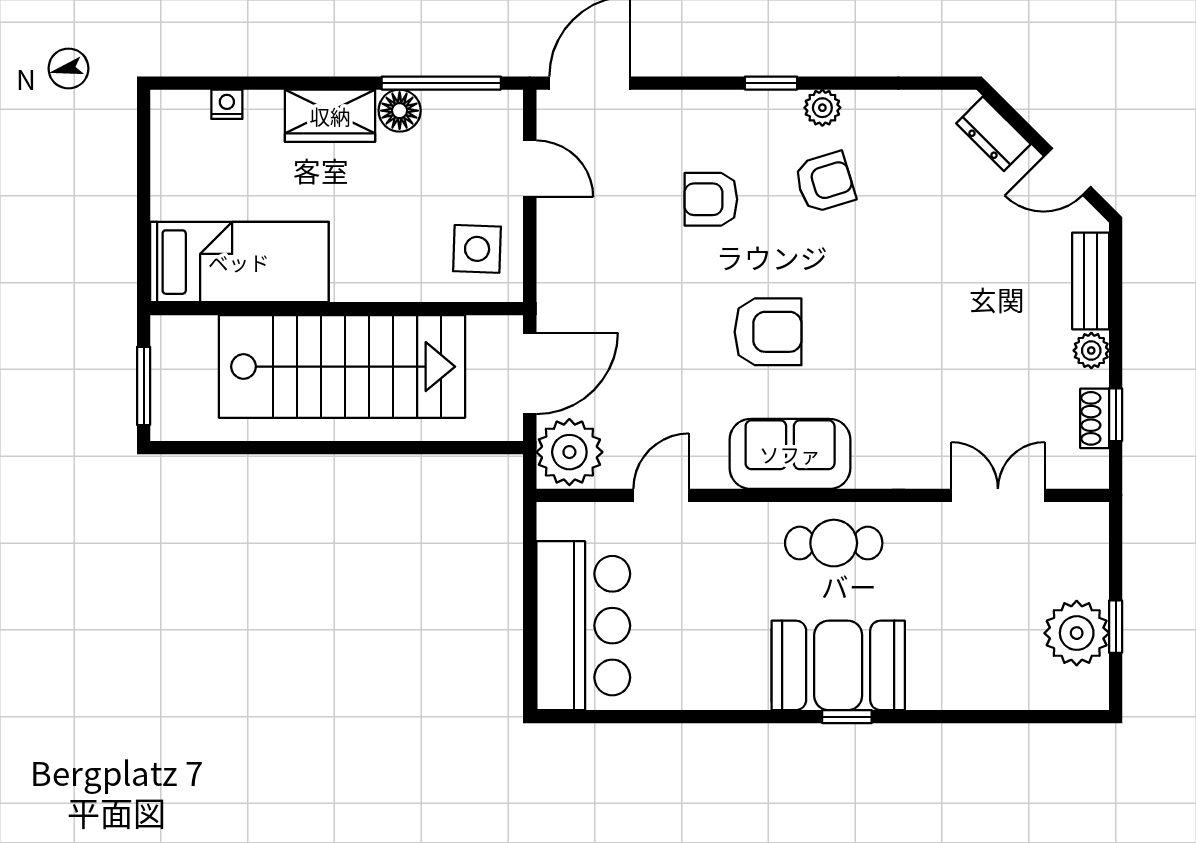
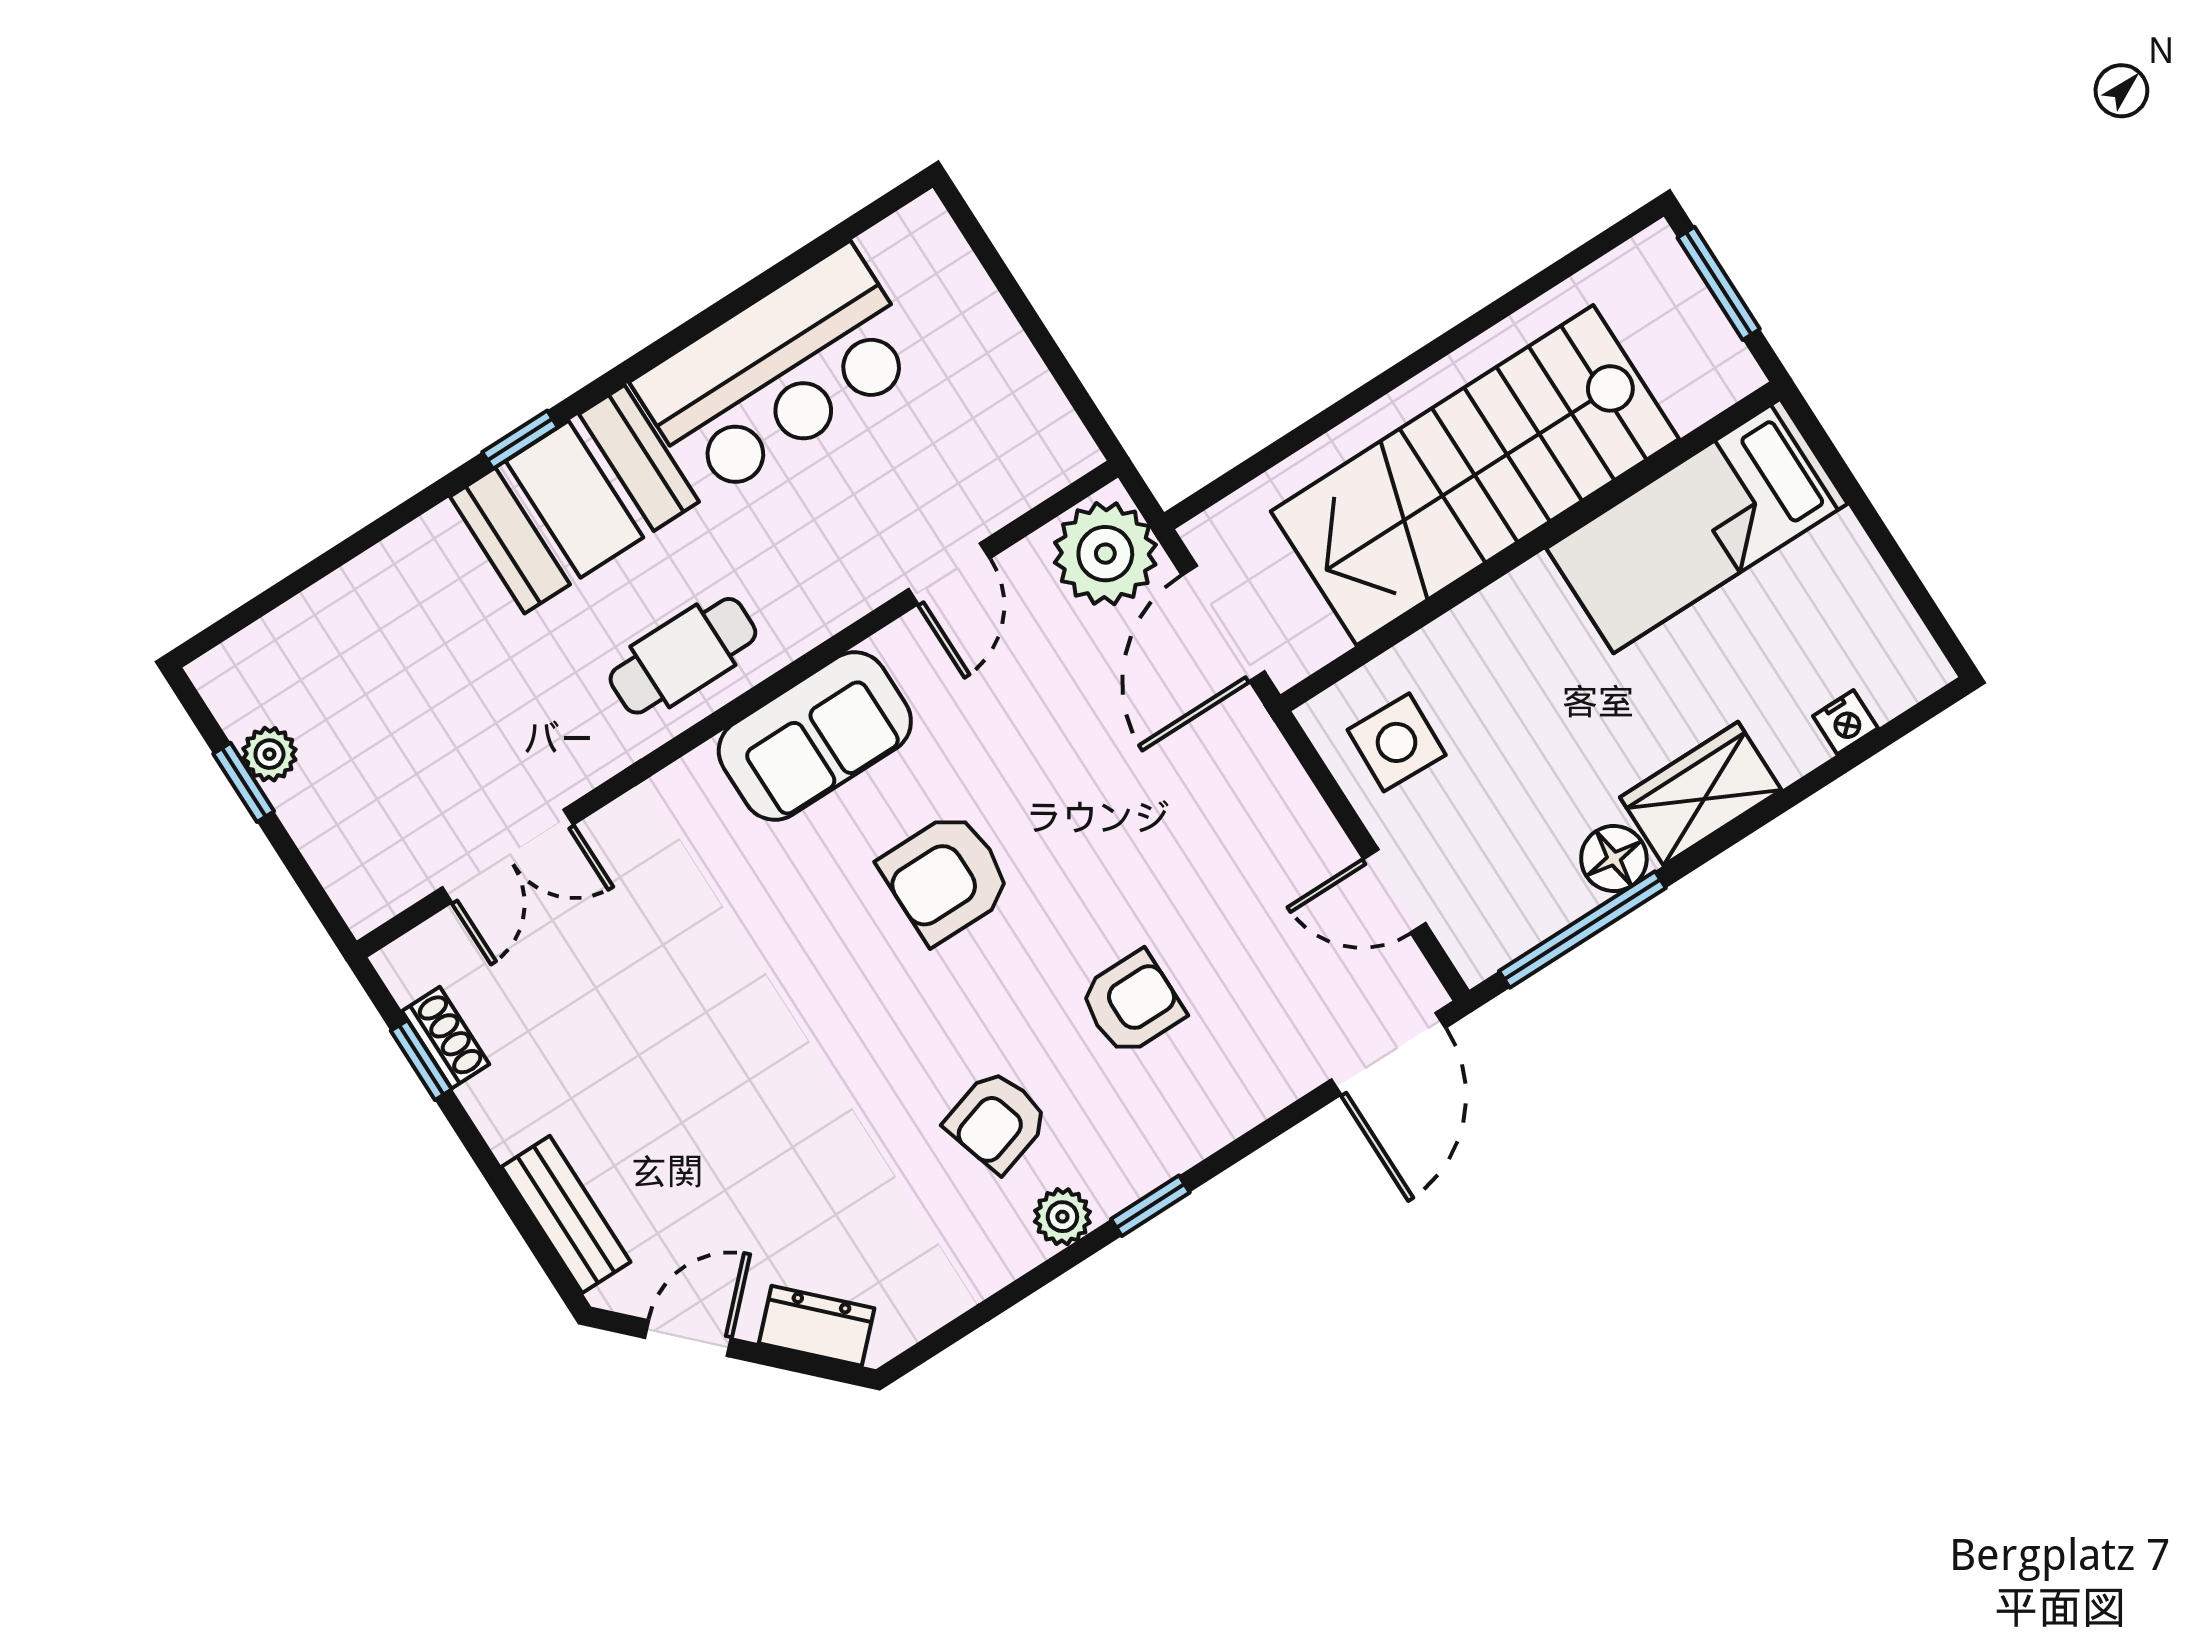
plant: (1091, 350) -> (507, 1124), removed
bar counter: (583, 626) -> (779, 373), moved, turned -90
plant: (1077, 633) -> (269, 754), width x0.53, depth x0.53

